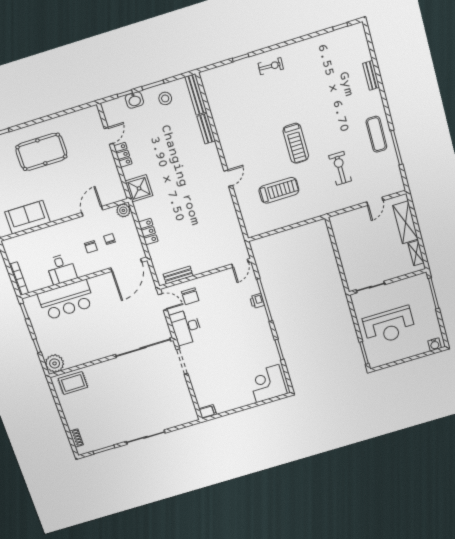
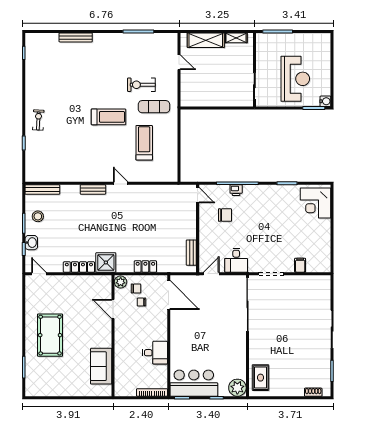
bench: (371, 75) -> (76, 37), width x1.36
bench: (206, 129) -> (93, 190), moved
exercise mat: (376, 134) -> (154, 107), moved
door: (109, 136) -> (39, 274), moved
locker: (123, 155) -> (79, 267), width x1.53
chair: (91, 247) -> (136, 288), moved
chair: (190, 296) -> (225, 215), moved
bar counter: (66, 300) -> (194, 383), moved, turned -90
desk: (186, 327) -> (236, 260), width x0.73
water cooler: (435, 344) -> (325, 101), moved
filing cabinet: (208, 412) -> (300, 265), moved

